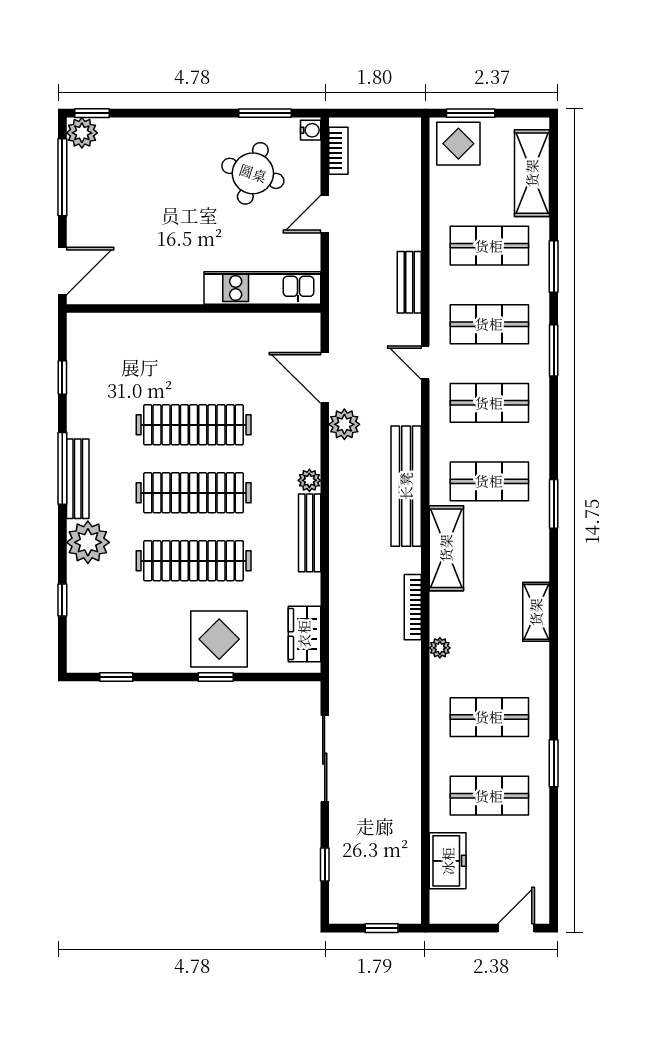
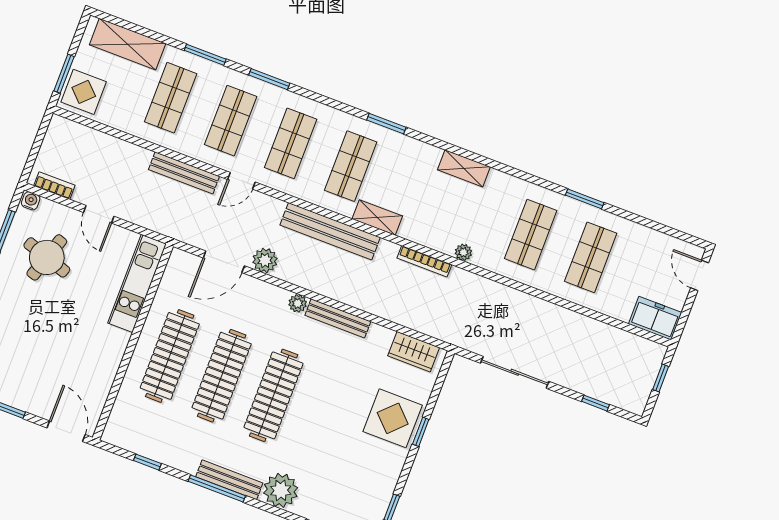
bench: (409, 282) -> (184, 173), width x1.36
shelving: (446, 548) -> (377, 217), width x0.67, depth x0.75
clothes rail: (194, 561) -> (170, 356), moved
freezer: (448, 861) -> (655, 318), moved

